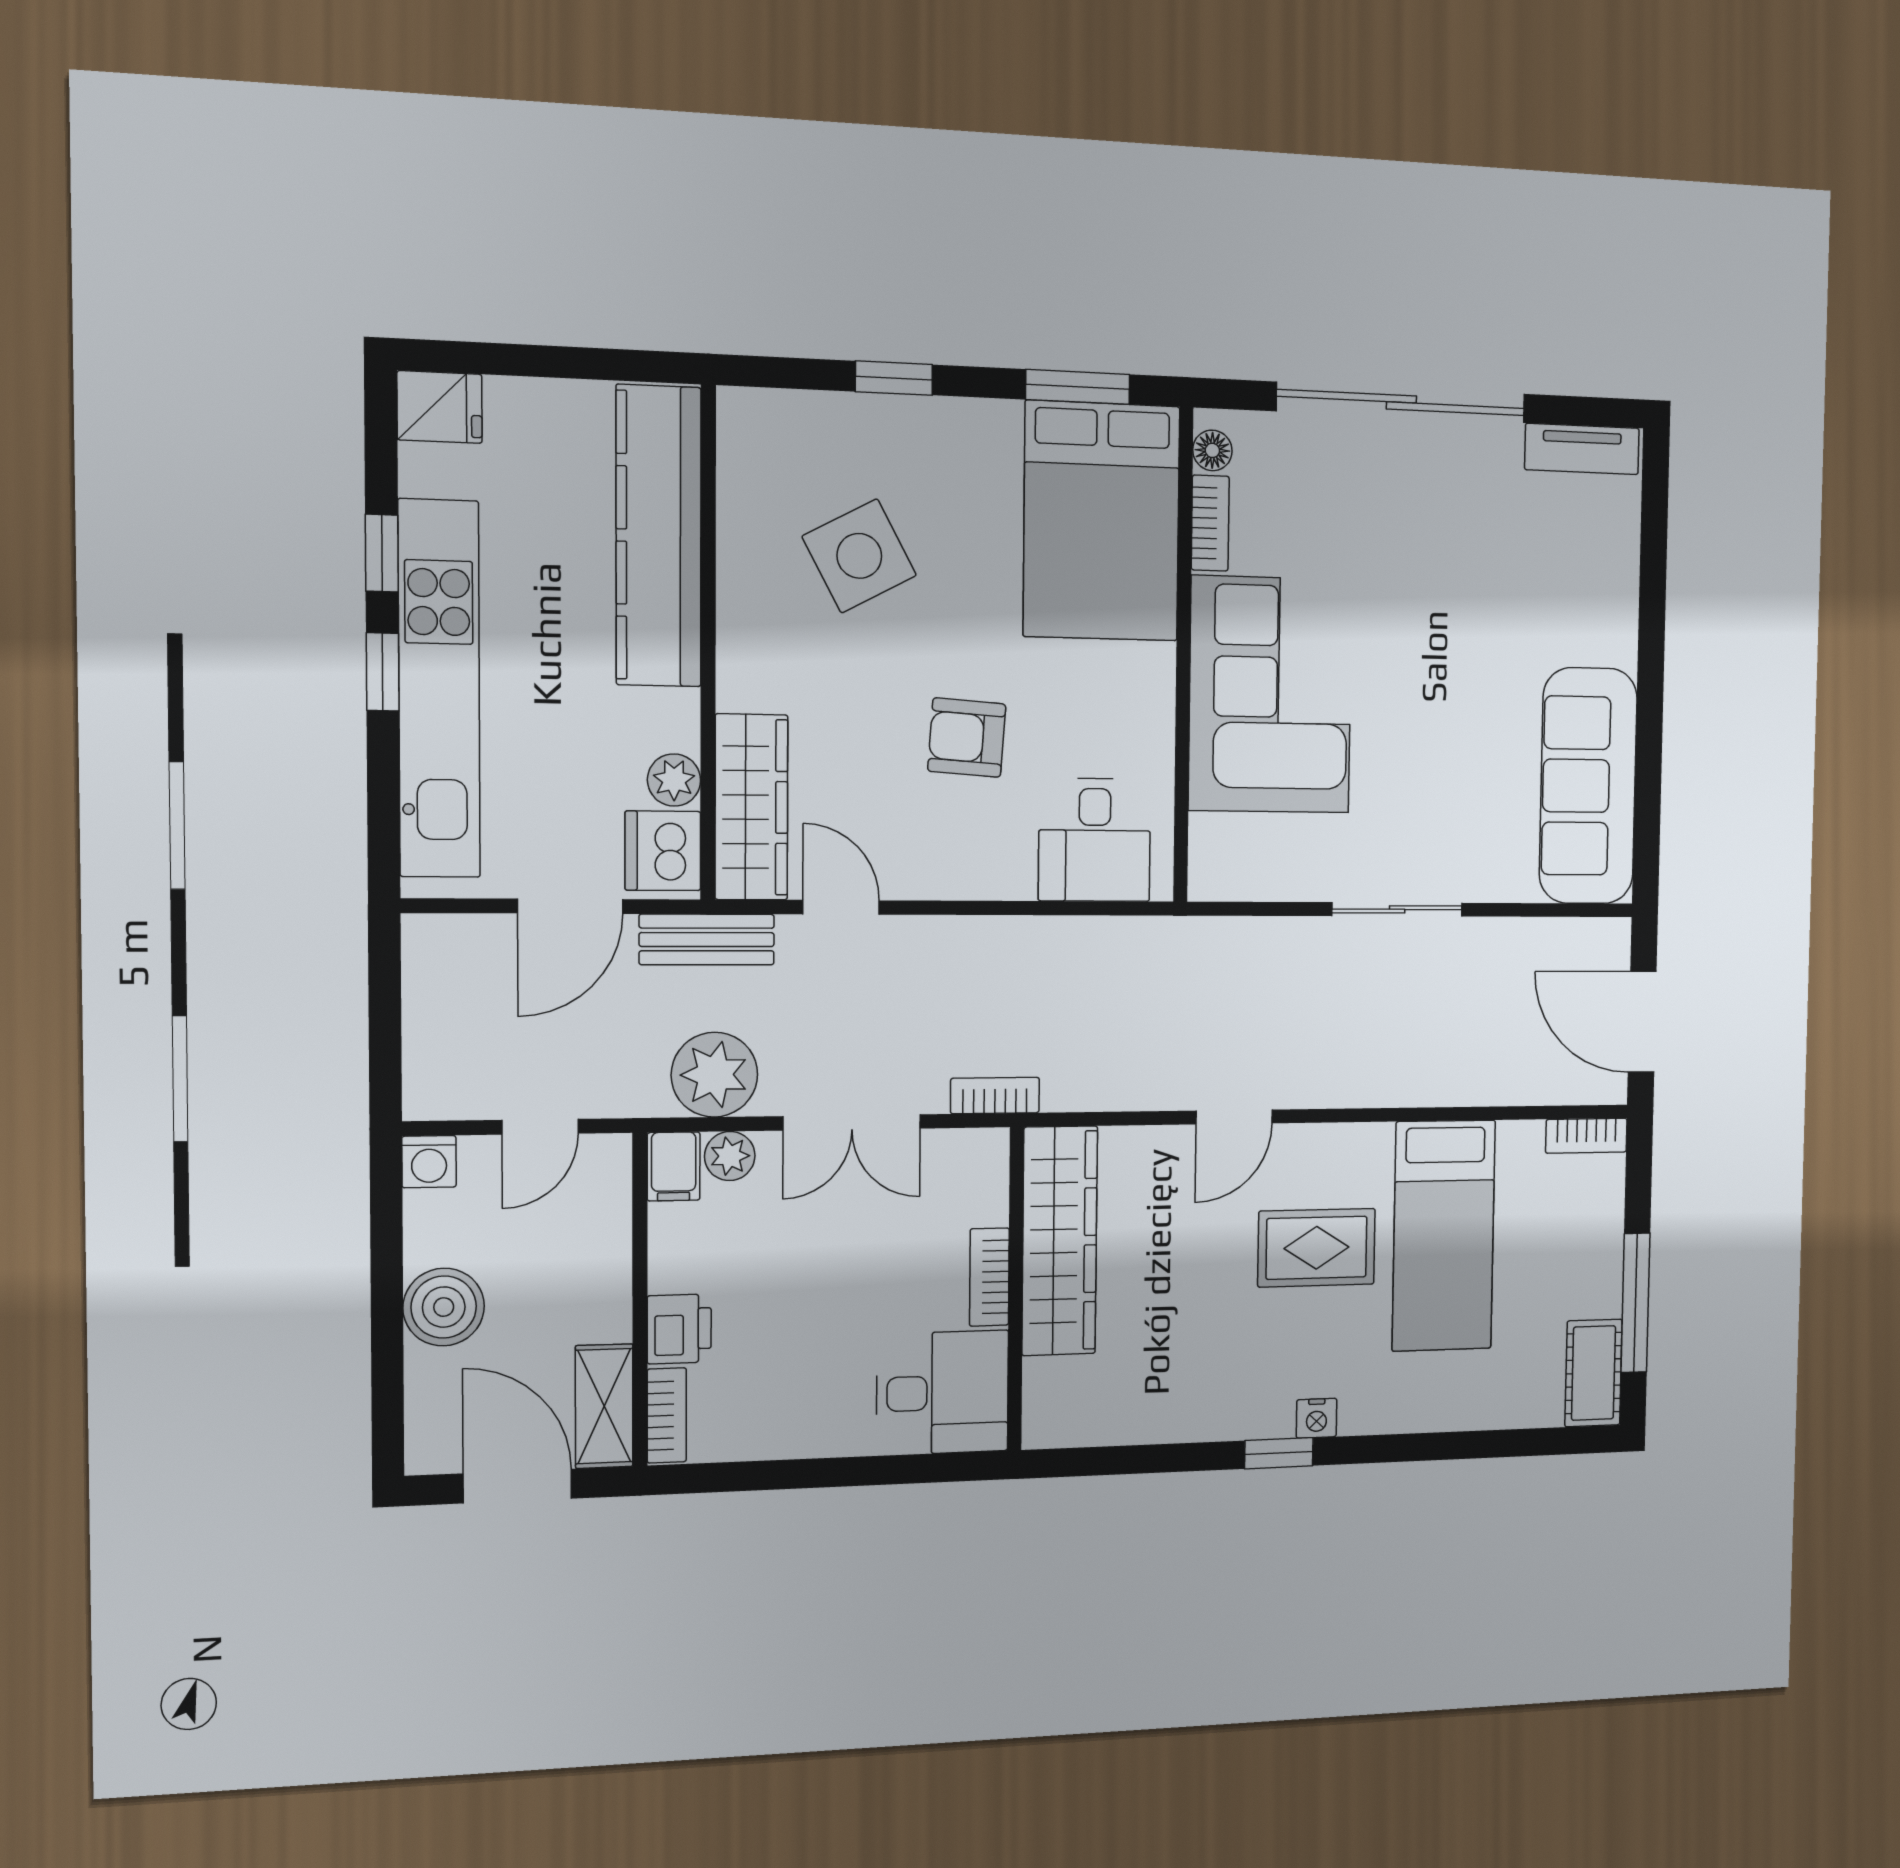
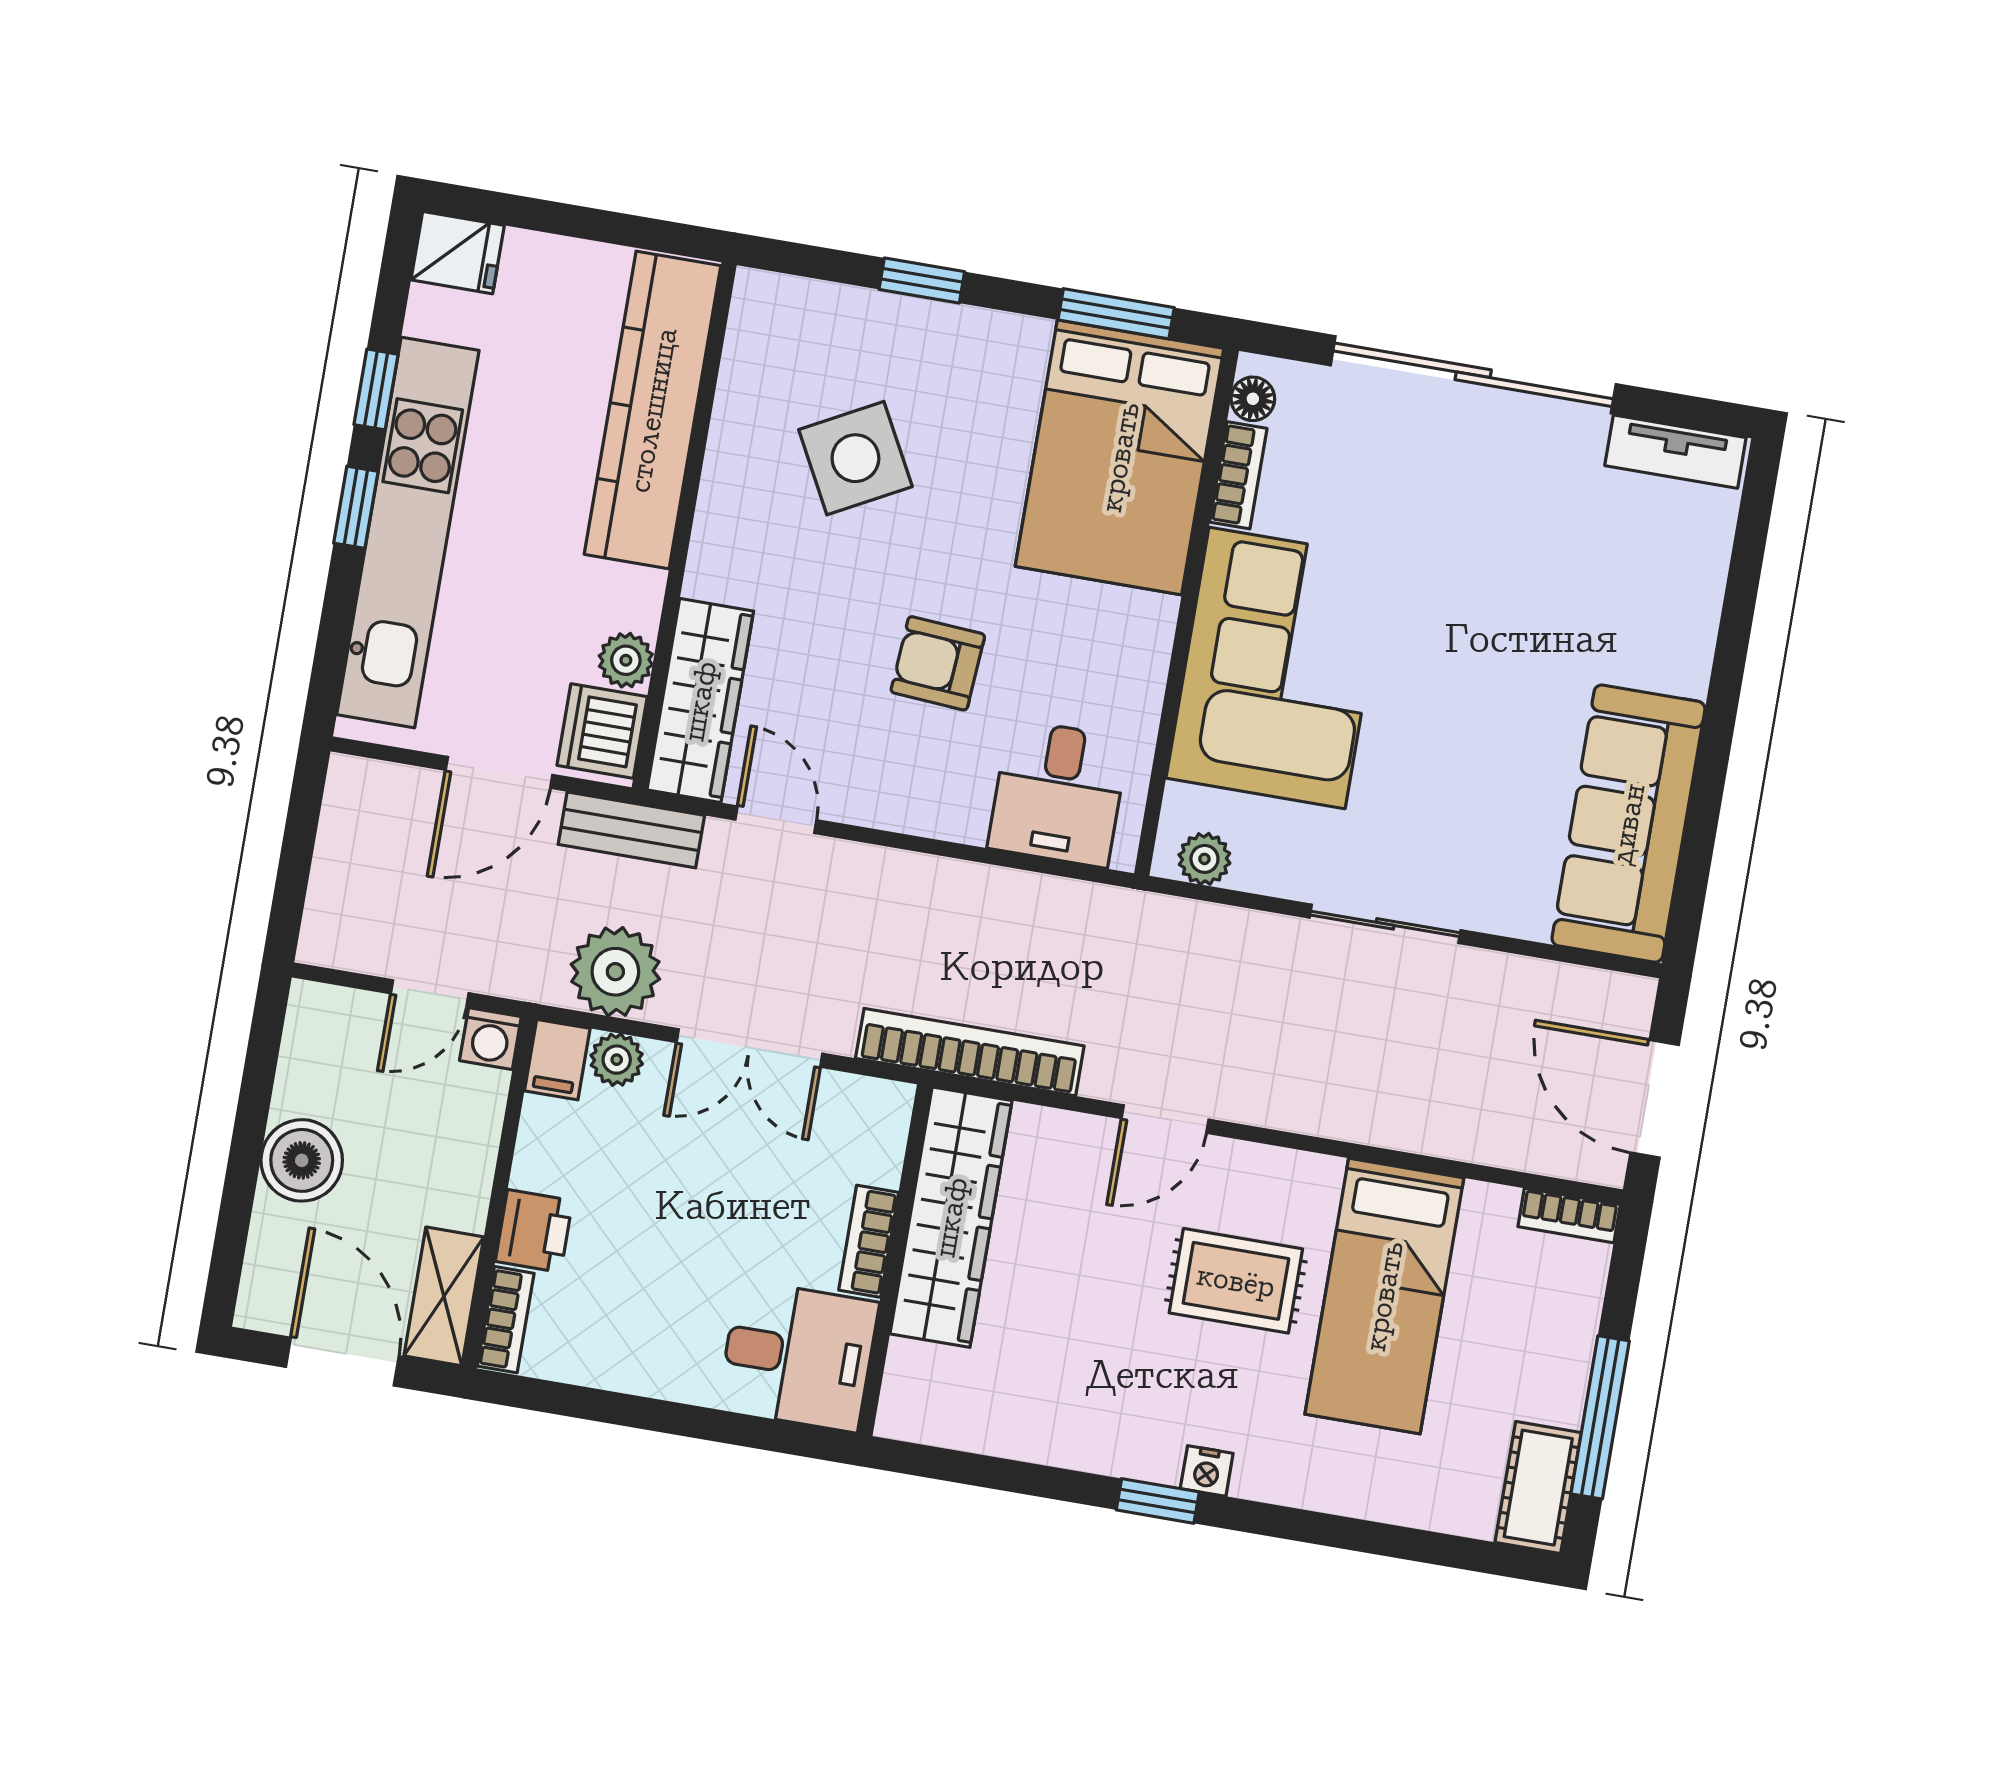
plant: (1233, 878) -> (1204, 859), added
bookcase: (995, 1096) -> (970, 1052), width x2.31, depth x1.31
washing machine: (429, 1162) -> (490, 1039), moved

